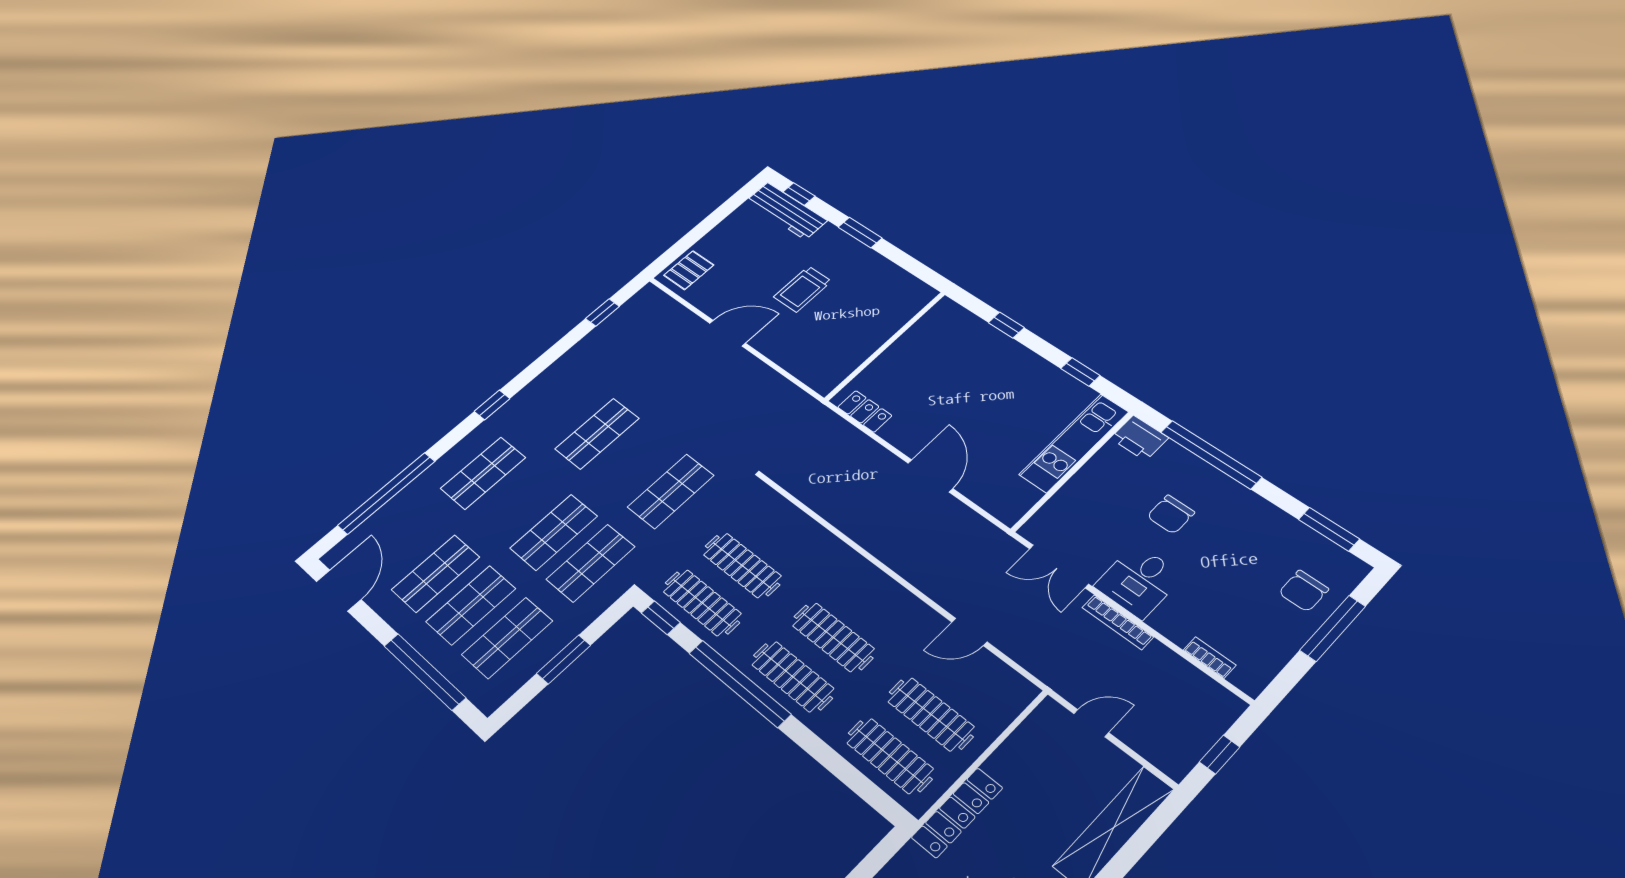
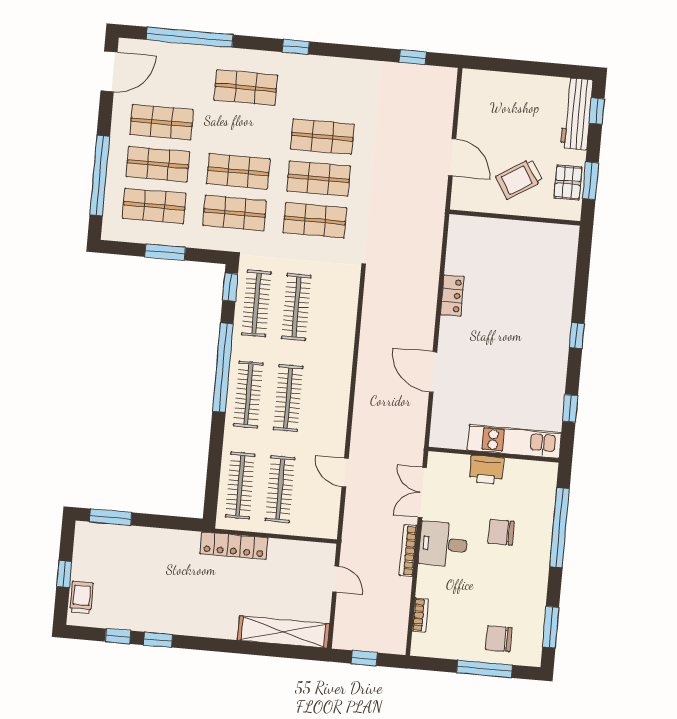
pallet: (689, 270) -> (568, 183), moved, turned 90
trolley: (803, 289) -> (519, 179), turned -32
wall: (885, 346) -> (515, 218), moved
printer: (1139, 438) -> (486, 470), moved, turned -90
shop shelf: (633, 462) -> (319, 178), added
door: (930, 476) -> (433, 372), swing flipped

